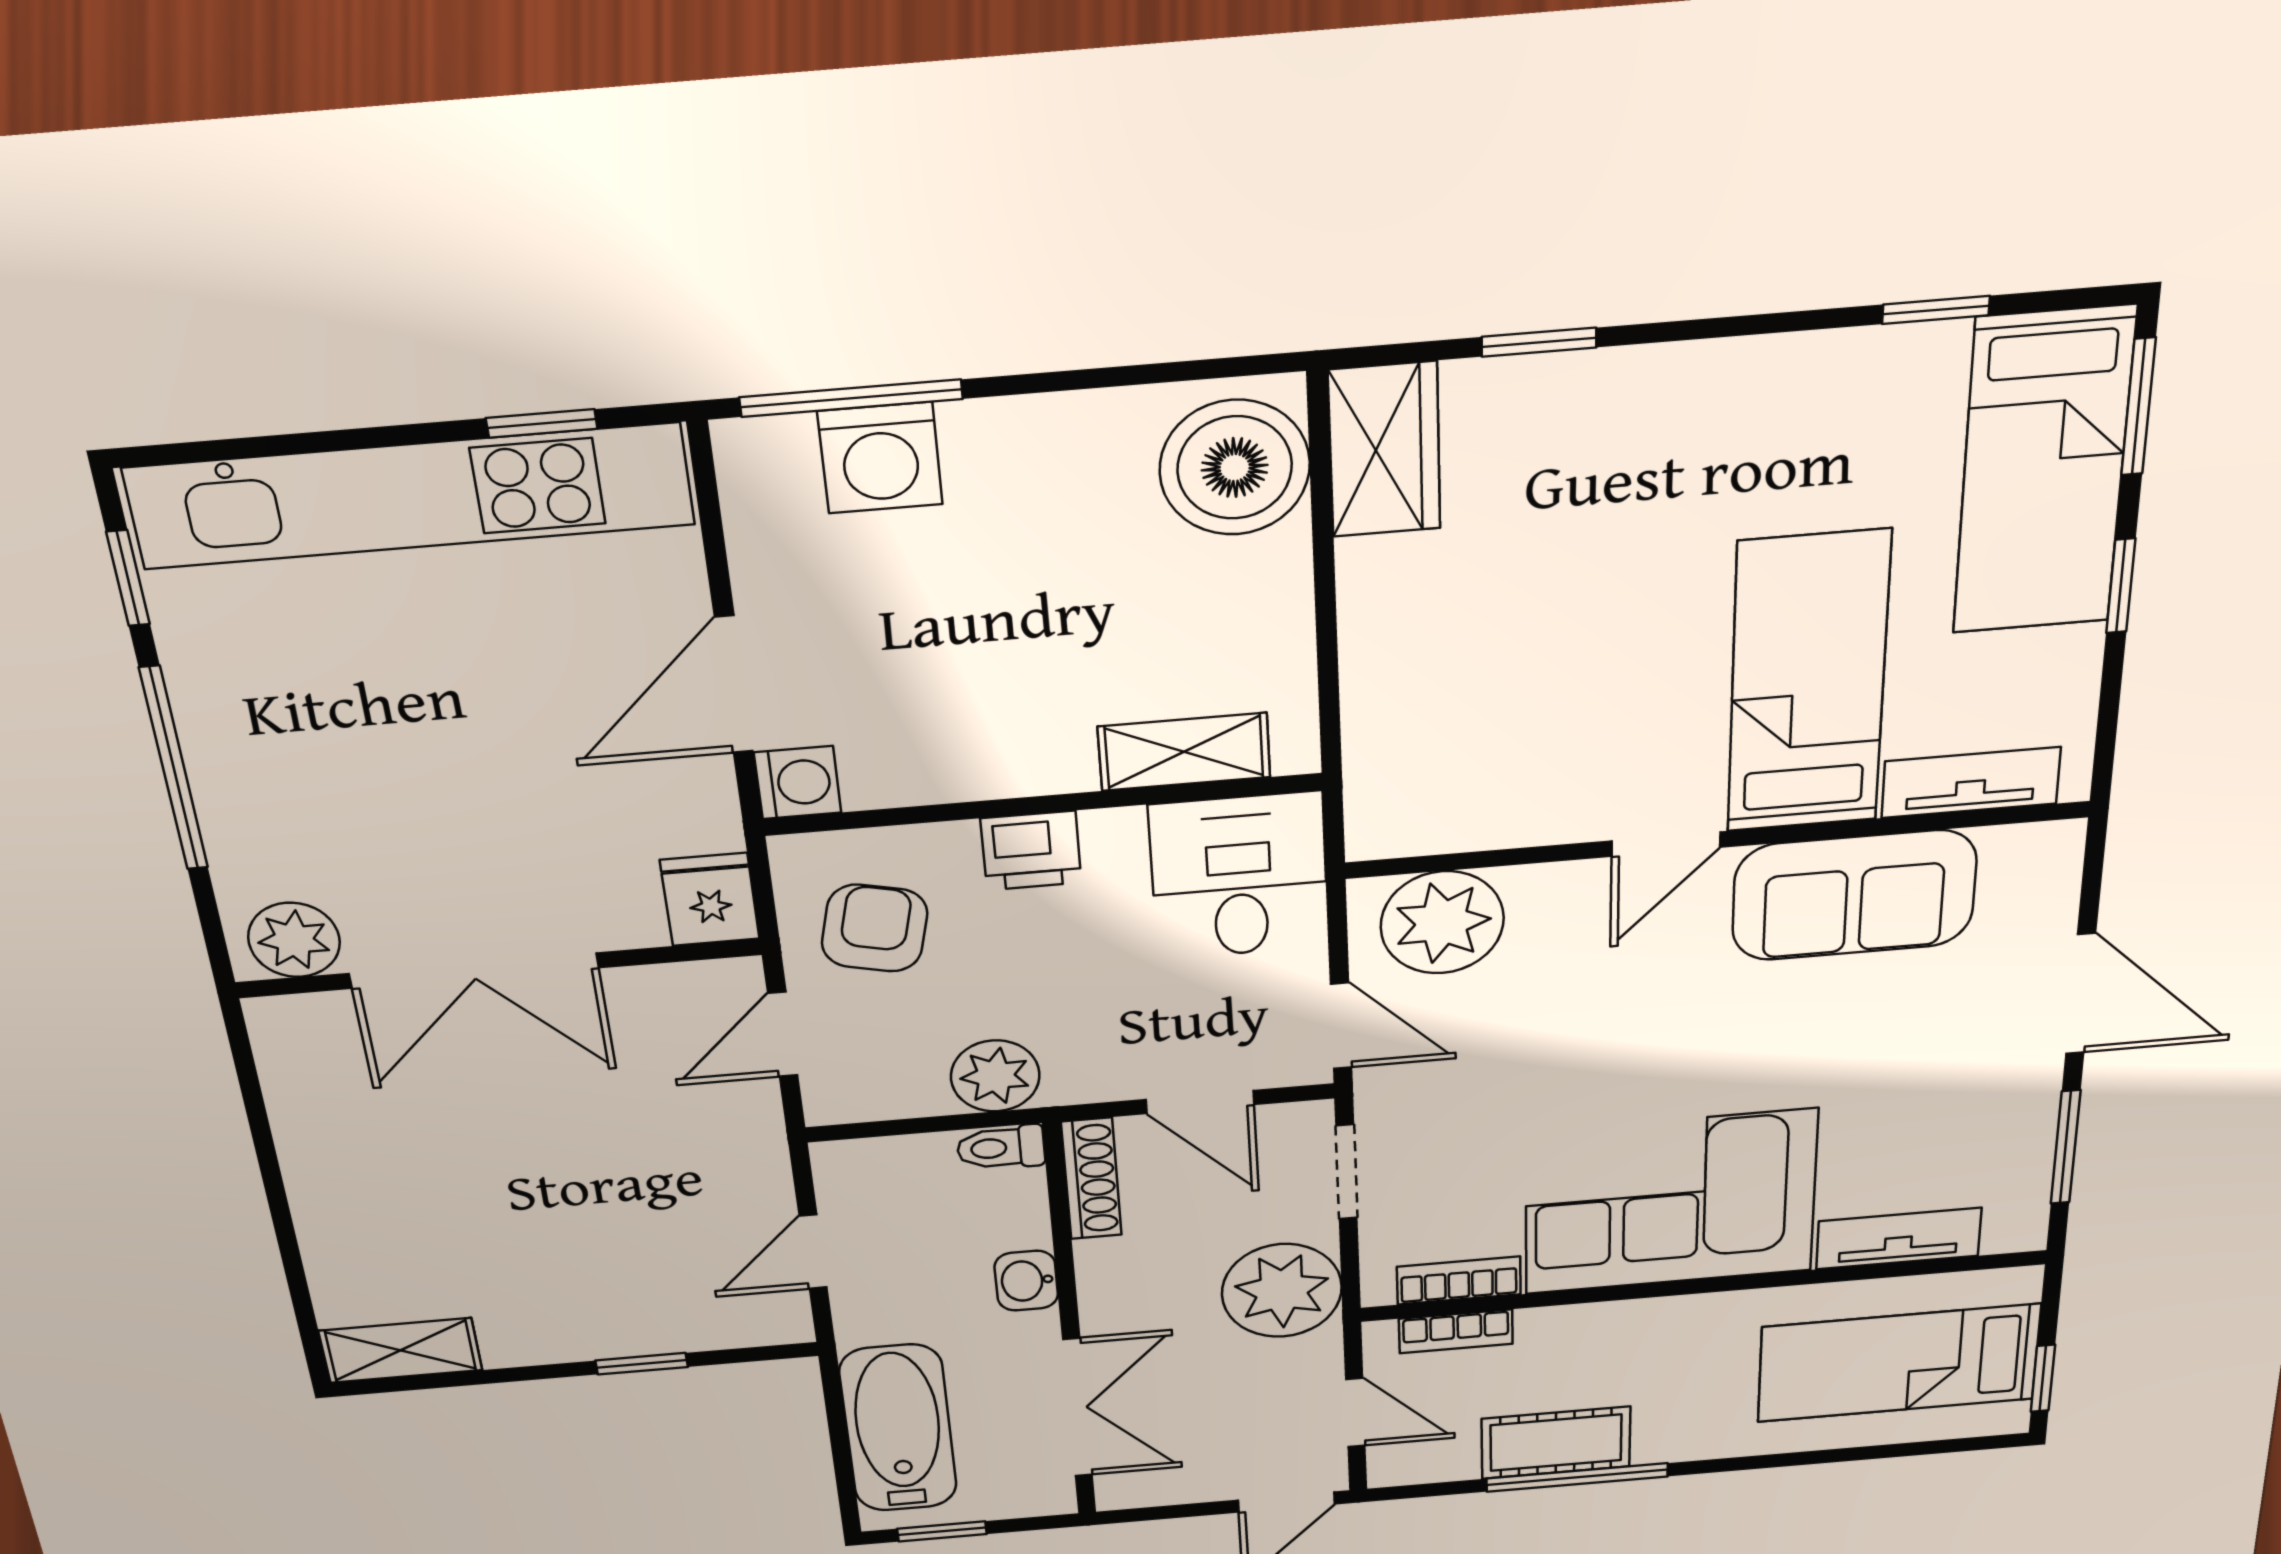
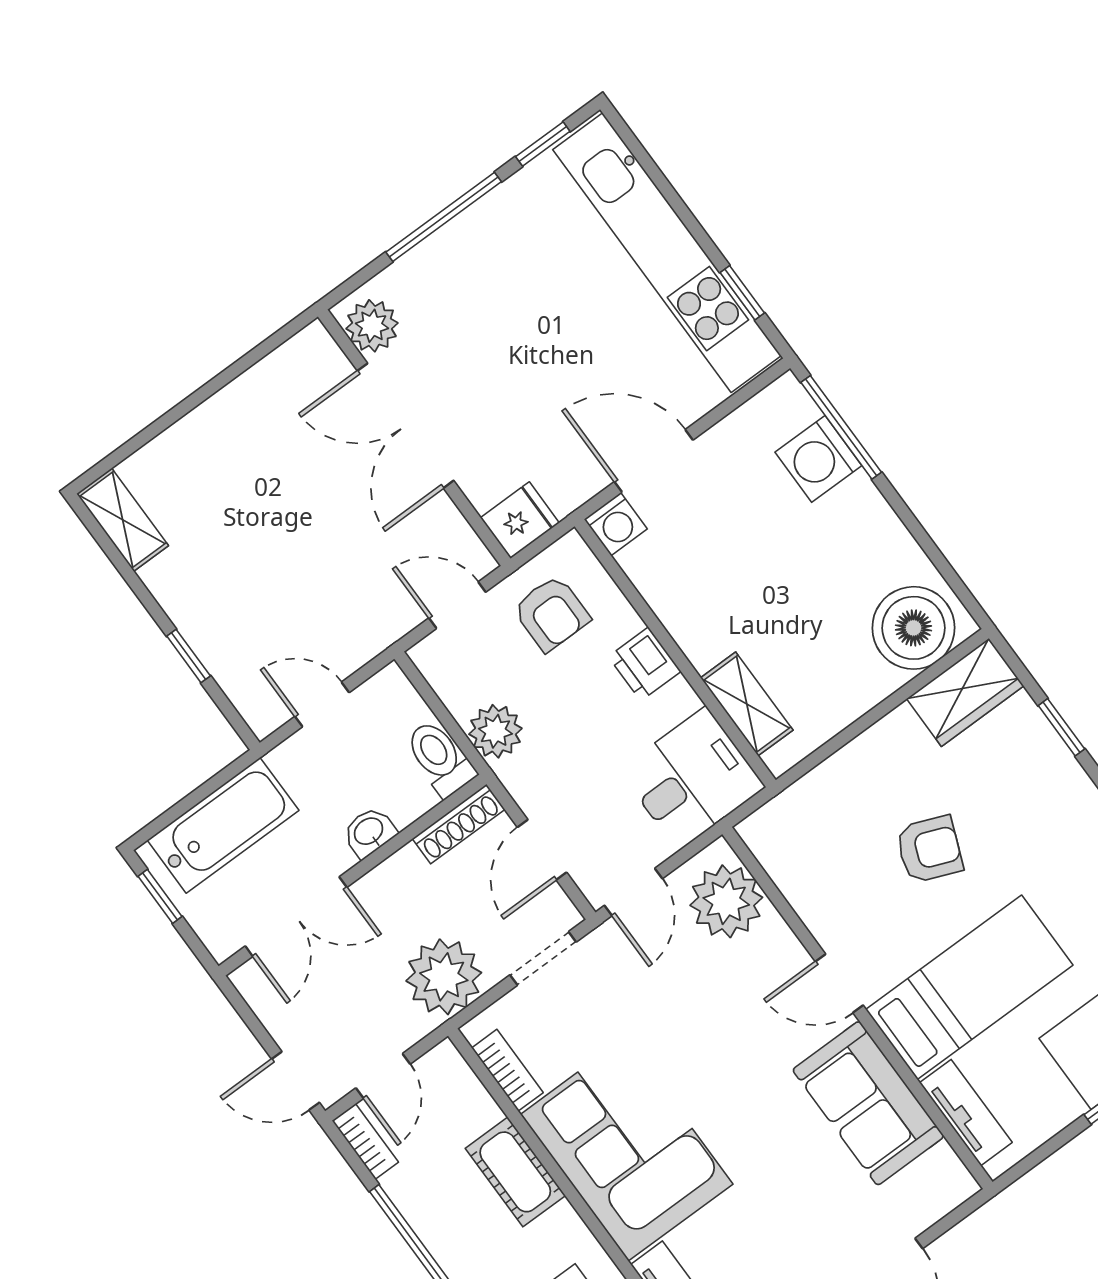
armchair: (1575, 627) -> (929, 849), added
armchair: (875, 928) -> (551, 613), turned 77
toilet: (1001, 1148) -> (440, 758), width x1.37, depth x1.39
bookcase: (1456, 1331) -> (365, 1141), moved, turned 180
cot: (1556, 1443) -> (515, 1172), moved

